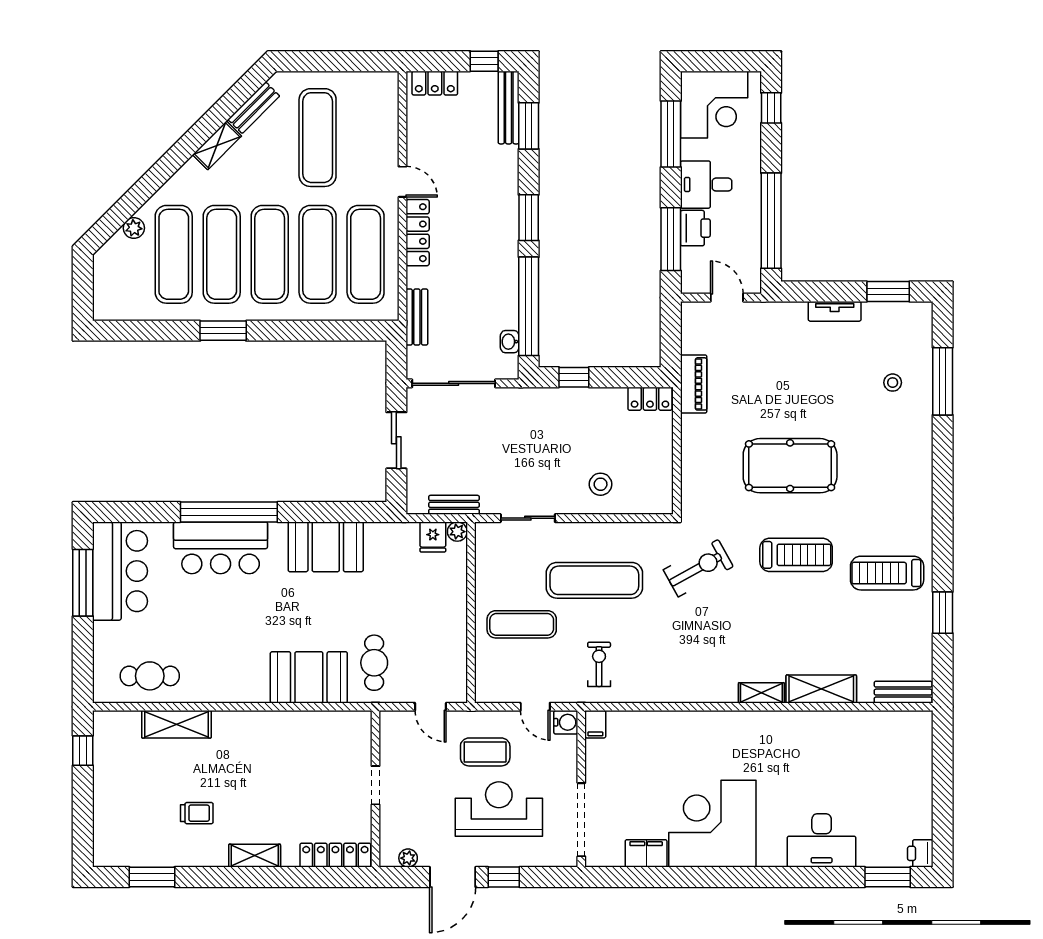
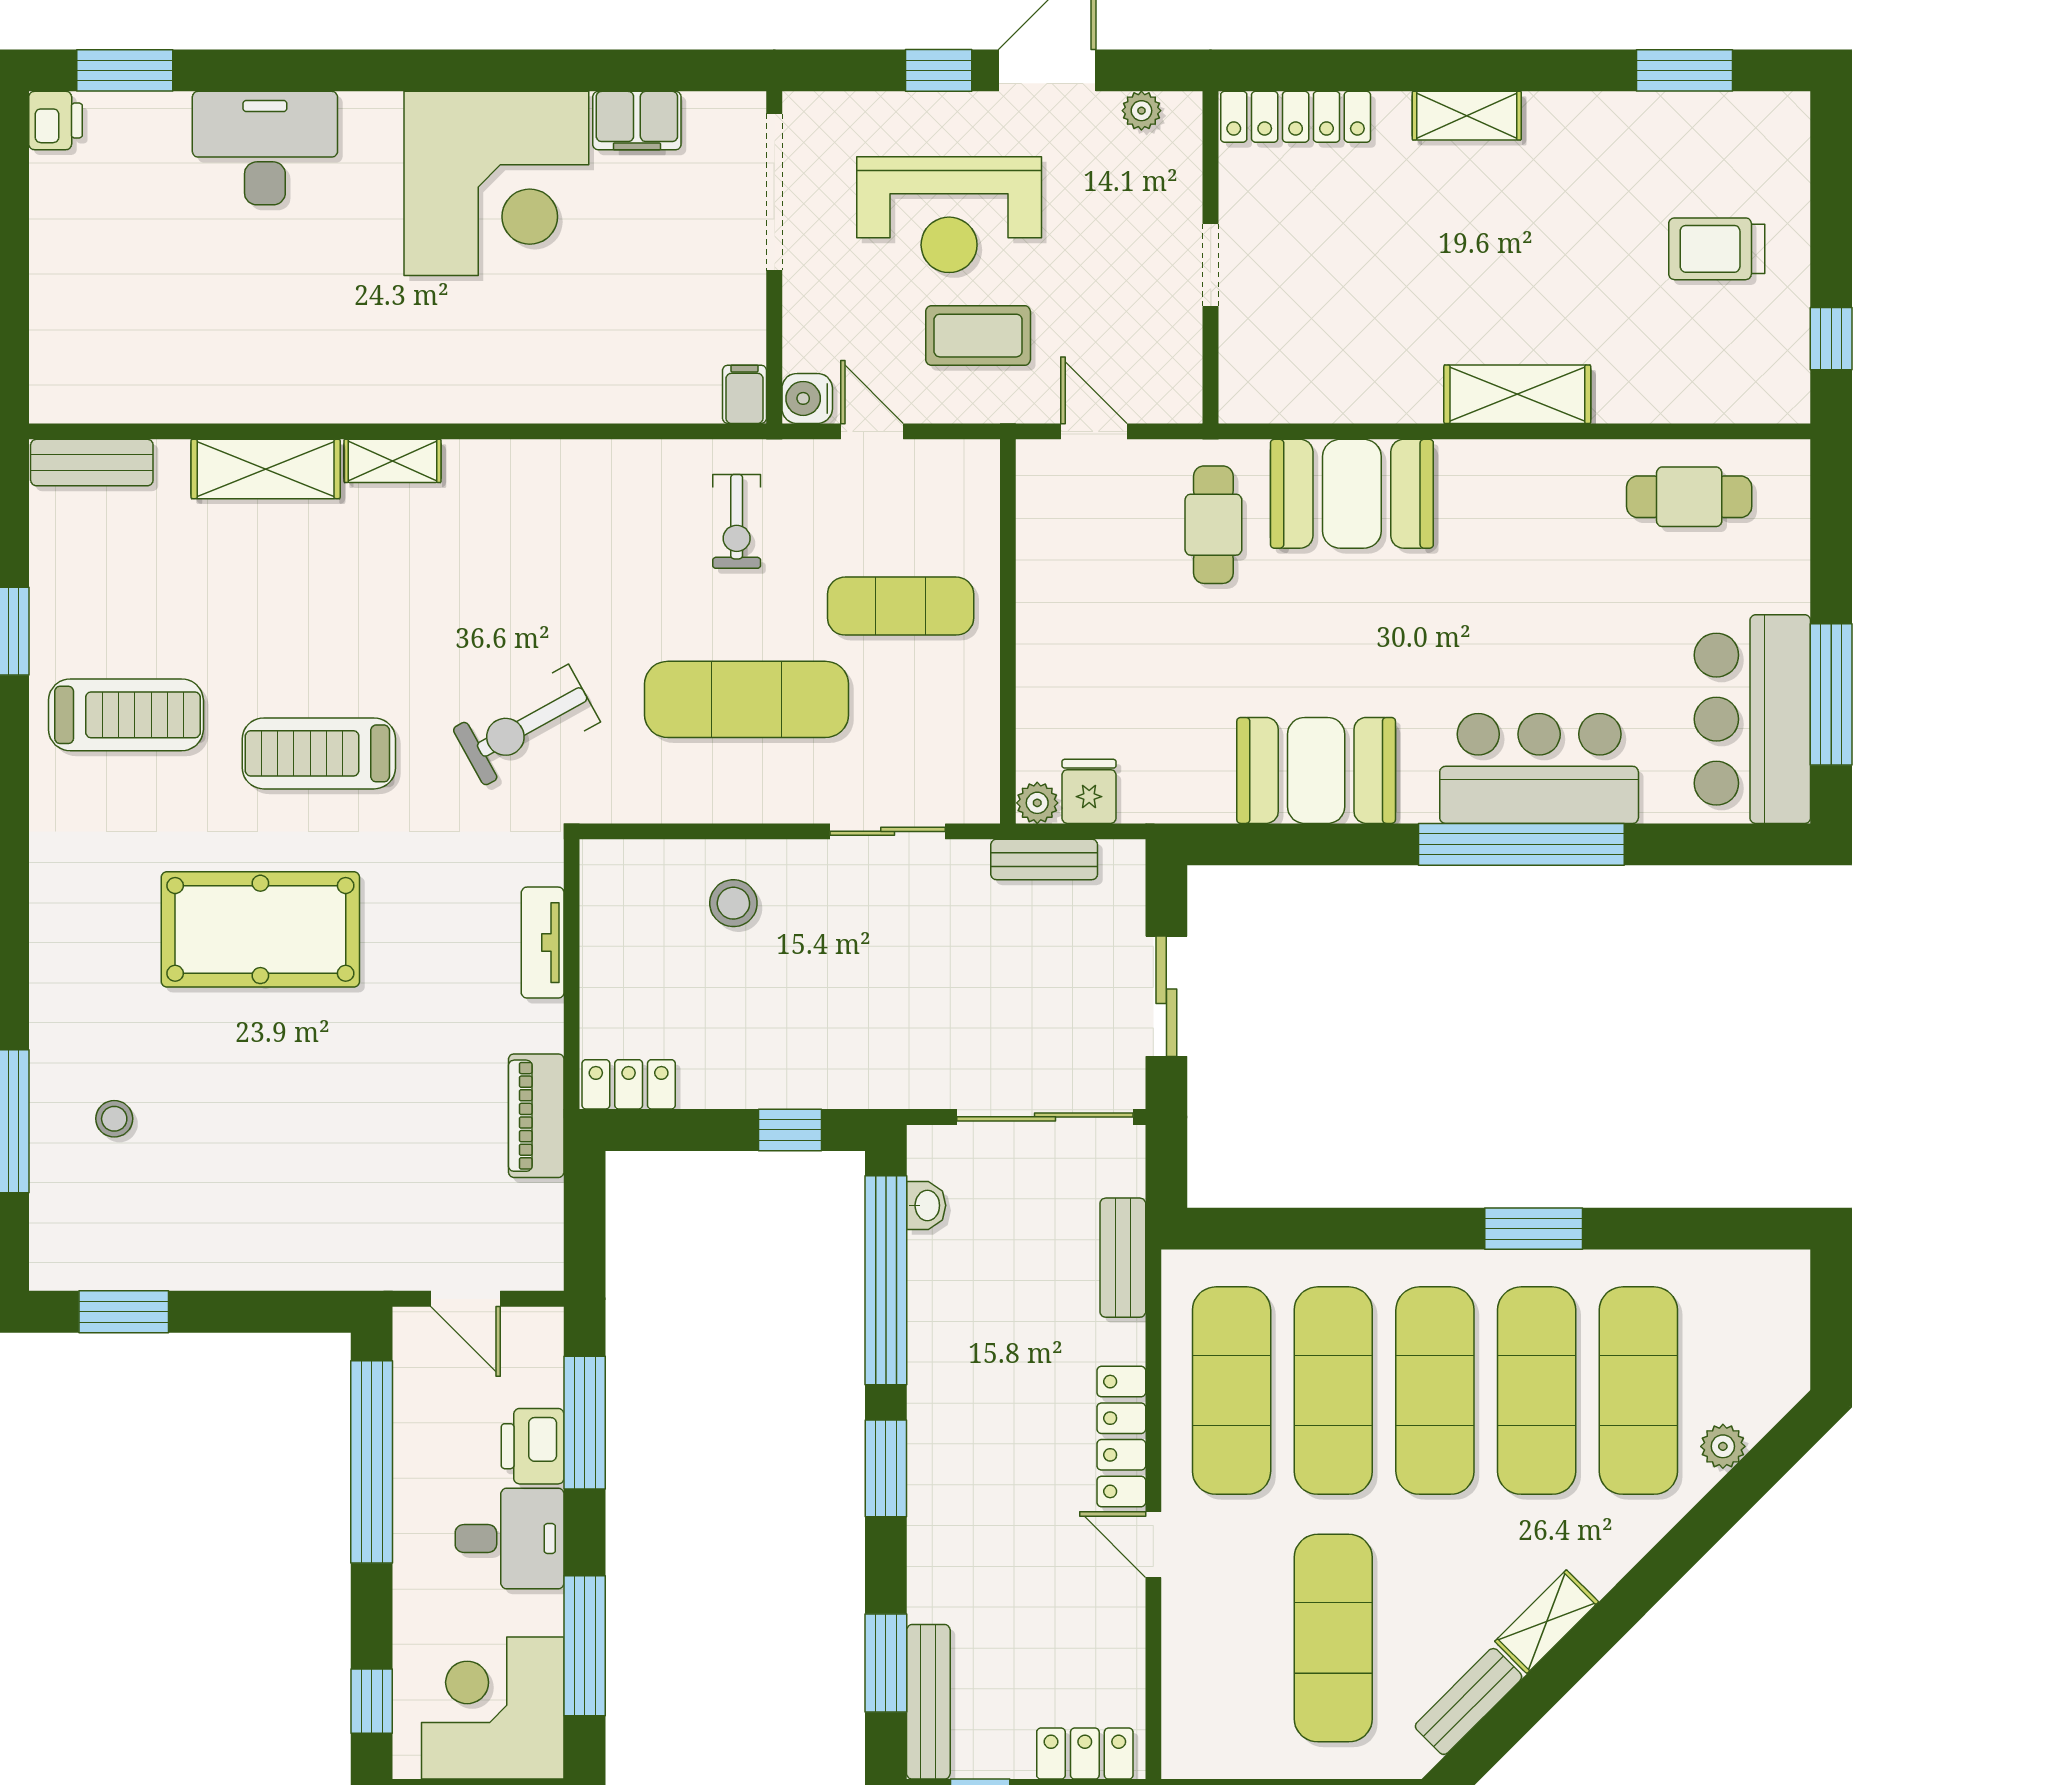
tv unit: (835, 311) -> (543, 943), moved, turned -90
pool table: (790, 466) -> (260, 929), moved
shelving: (176, 724) -> (1517, 394), moved
trolley: (197, 813) -> (1717, 249), moved, width x1.36, depth x1.39

